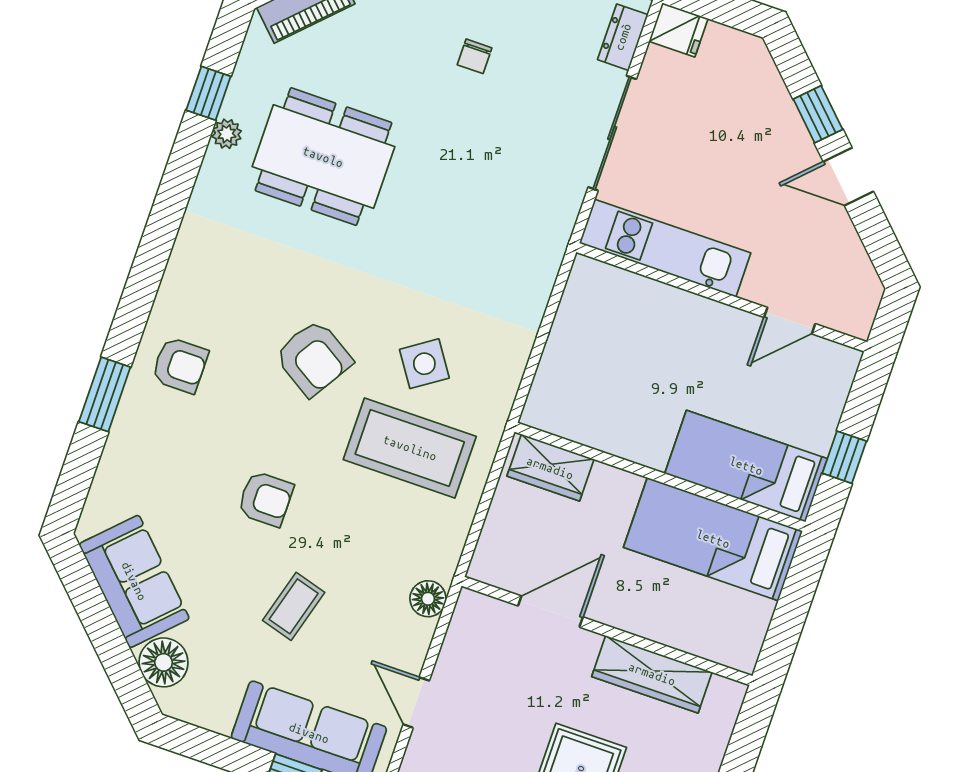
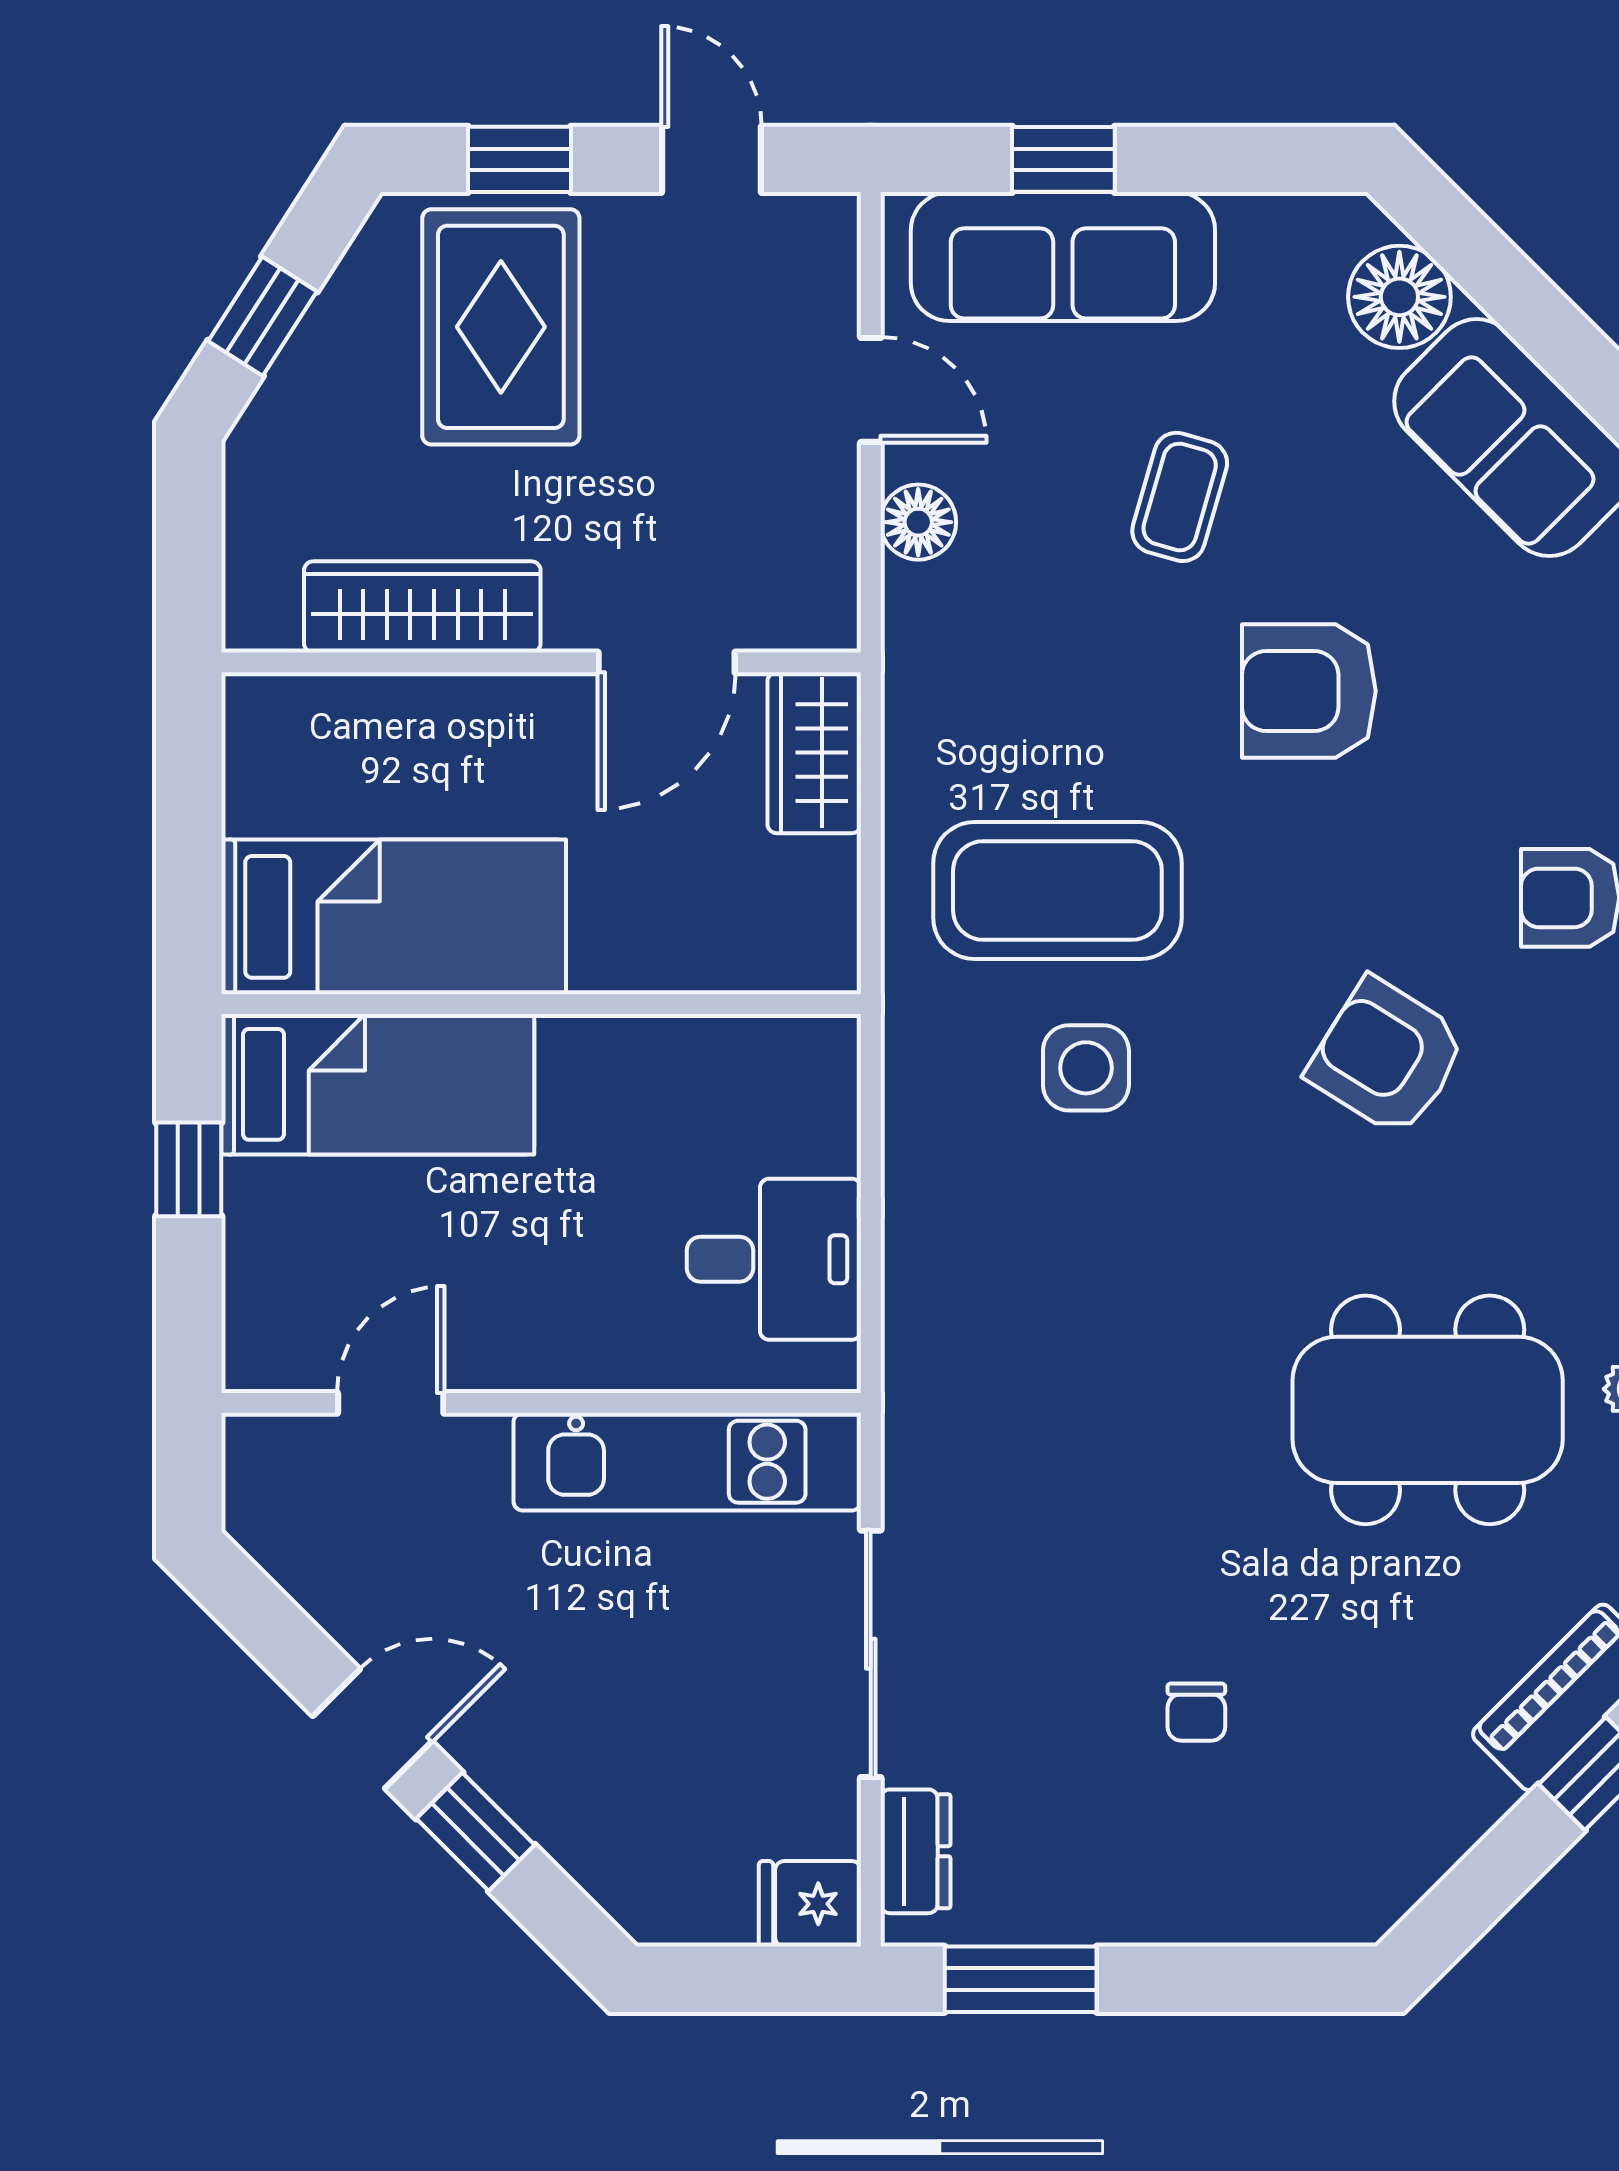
chair: (475, 56) -> (1196, 1712), turned 180
desk: (595, 326) -> (774, 1259), added
armchair: (314, 358) -> (1387, 1057), moved
side table: (424, 364) -> (1086, 1068), turned 34
wardrobe: (550, 468) -> (814, 753), moved, turned -90
armchair: (265, 499) -> (1309, 691), width x1.38, depth x1.38
floor lamp: (428, 599) -> (918, 522), moved

